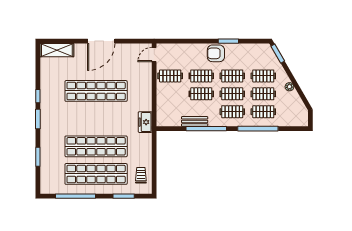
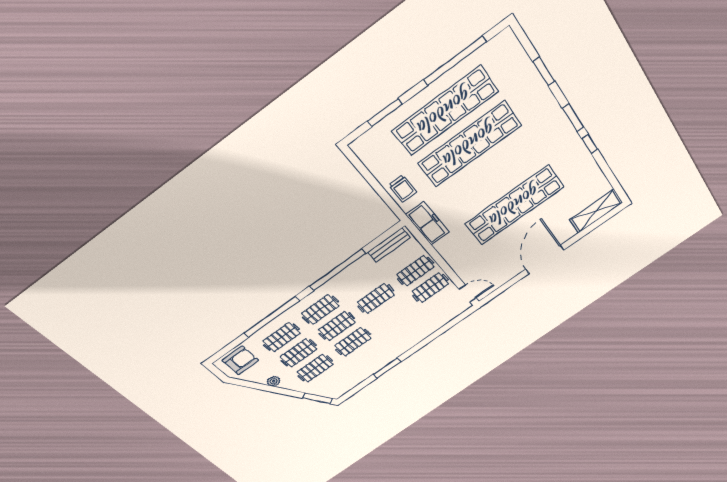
armchair: (216, 53) -> (240, 360), moved
door: (154, 55) -> (468, 293), hinge flipped
clothes rail: (201, 76) -> (415, 271), moved
bench: (195, 121) -> (389, 245), moved
freezer: (145, 122) -> (427, 223), width x1.40
trolley: (141, 175) -> (403, 189), moved

